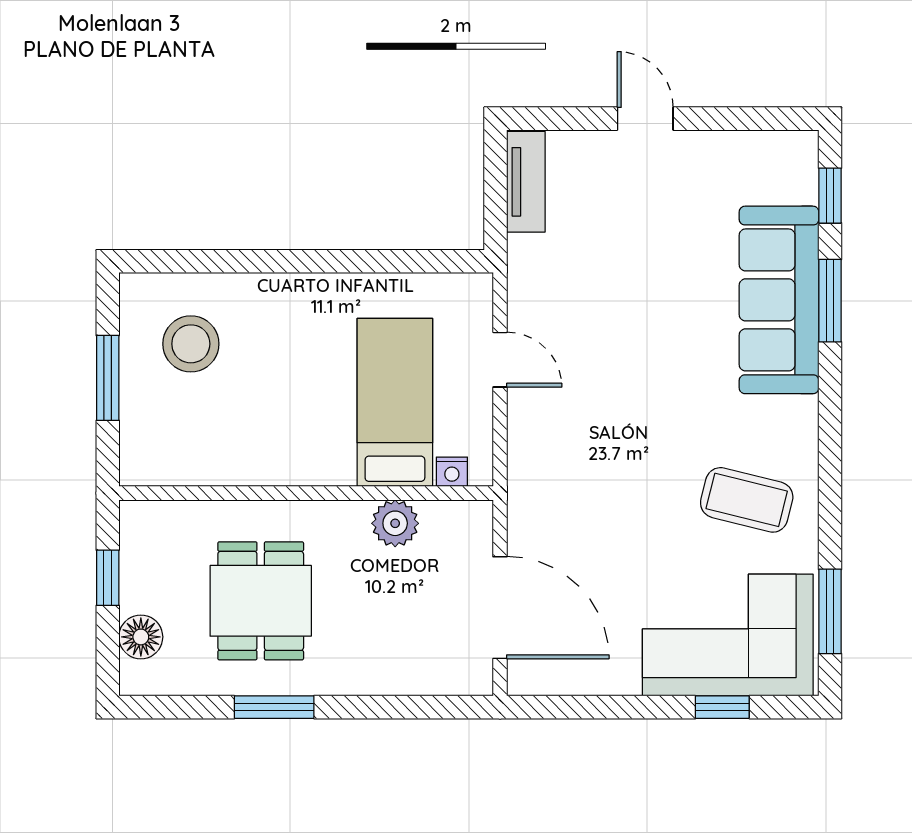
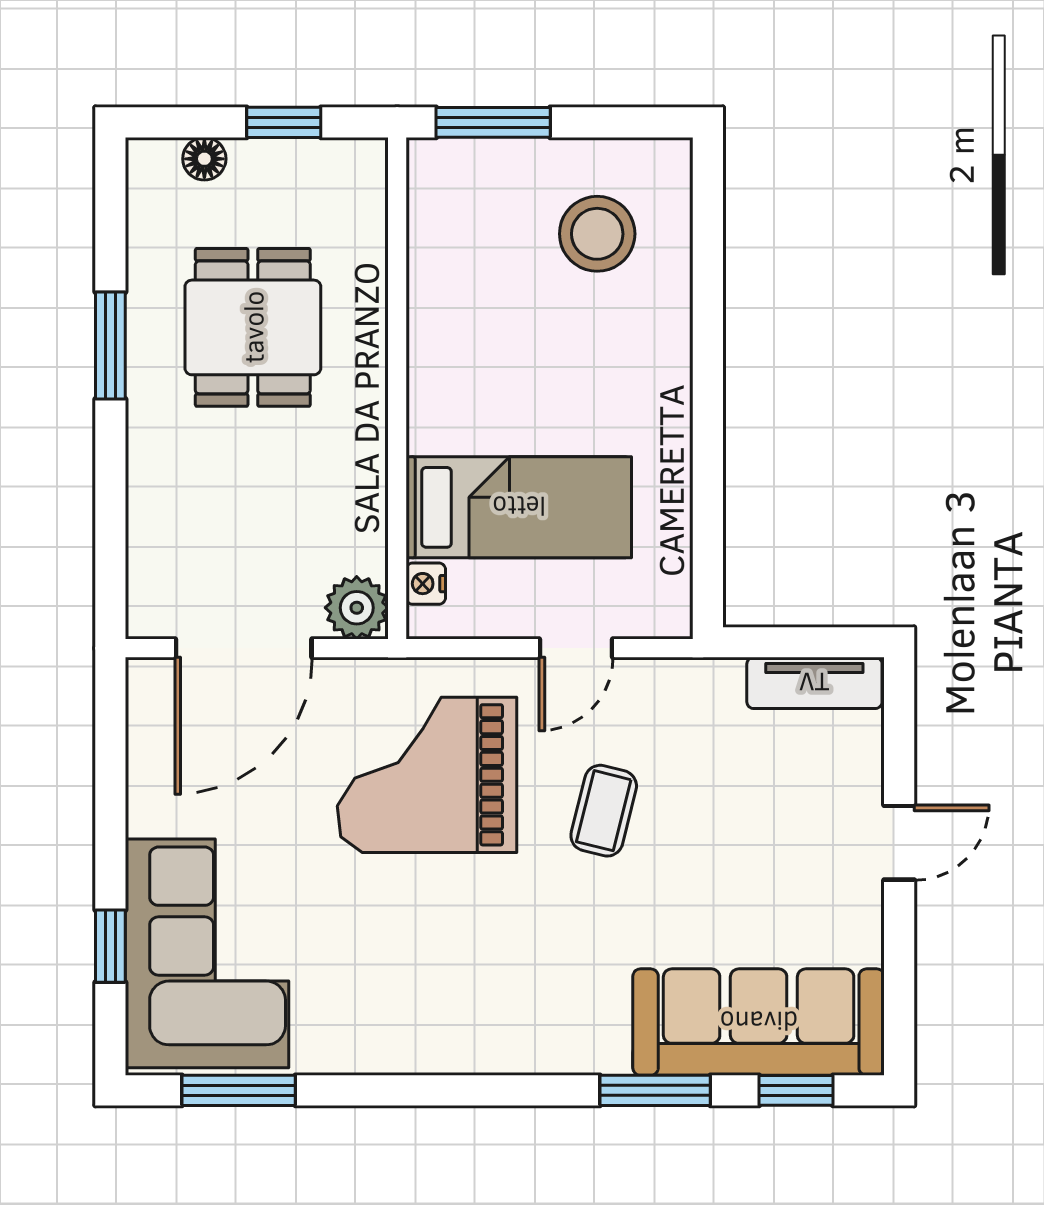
sofa: (779, 300) -> (759, 1022), moved
window: (108, 378) -> (493, 122), moved
grand piano: (594, 471) -> (427, 775), added
coffee table: (747, 500) -> (604, 811), moved, width x0.73, depth x0.77
plant: (395, 523) -> (357, 608), moved
dining table: (261, 601) -> (253, 327), turned 90
floor lamp: (141, 637) -> (204, 159), width x0.73, depth x0.73

